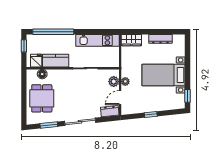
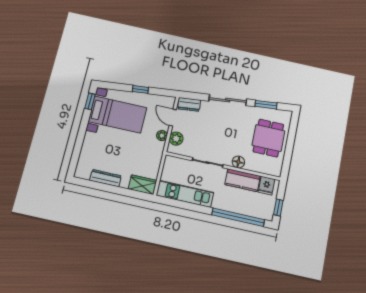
floor lamp: (42, 74) -> (238, 162), moved
bed with nightstands: (164, 75) -> (118, 115), moved
door: (120, 98) -> (173, 118), swing flipped

